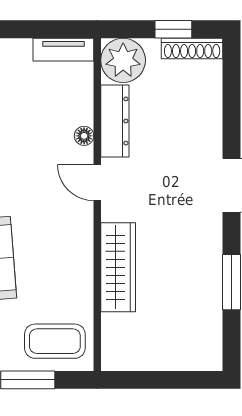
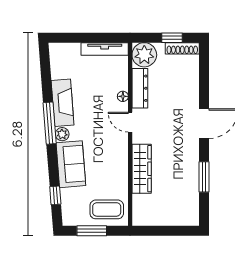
tv unit: (63, 50) -> (105, 49), width x1.41

